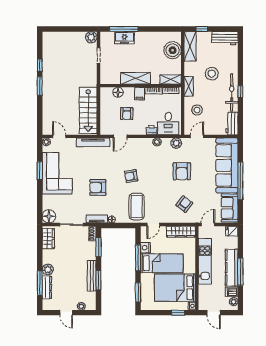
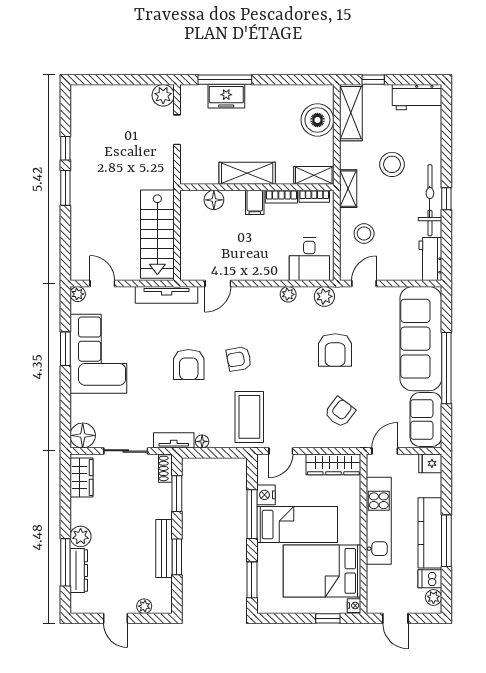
armchair: (127, 114) -> (231, 240), removed
printer: (152, 130) -> (278, 272), removed
armchair: (98, 187) -> (189, 365), moved, turned -90

